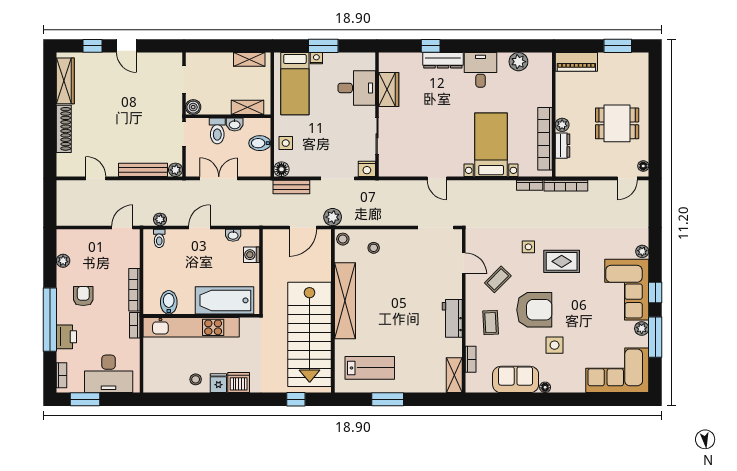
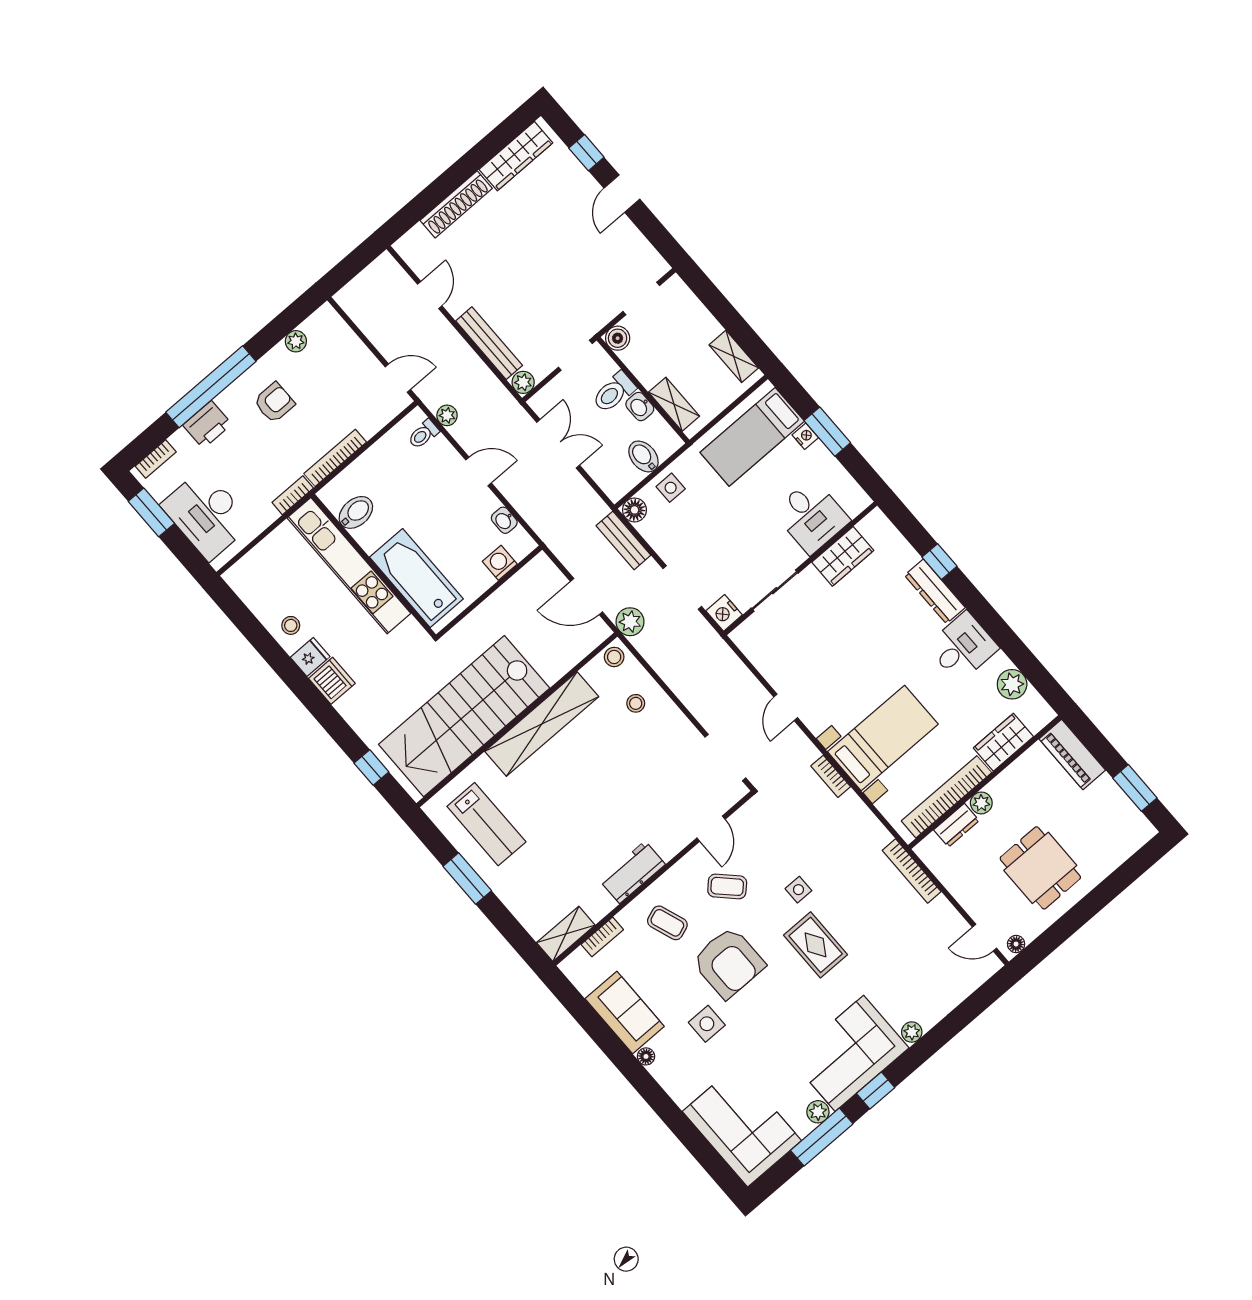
wardrobe: (542, 89) -> (1003, 742), added
bookcase: (530, 185) -> (831, 776), moved
coffee table: (491, 323) -> (667, 923), turned 73

